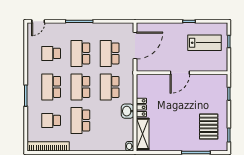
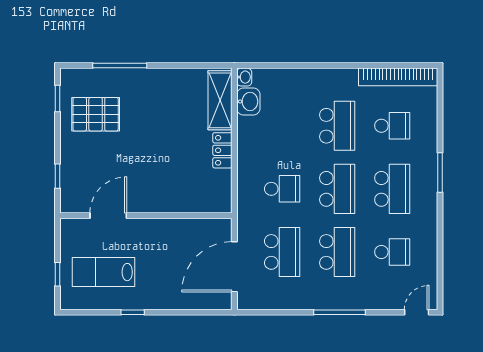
door: (180, 73) -> (108, 216), moved
school desk: (110, 87) -> (282, 189), width x0.54
washbasin: (128, 111) -> (248, 101), moved
pallet: (209, 127) -> (96, 114), turned 90

